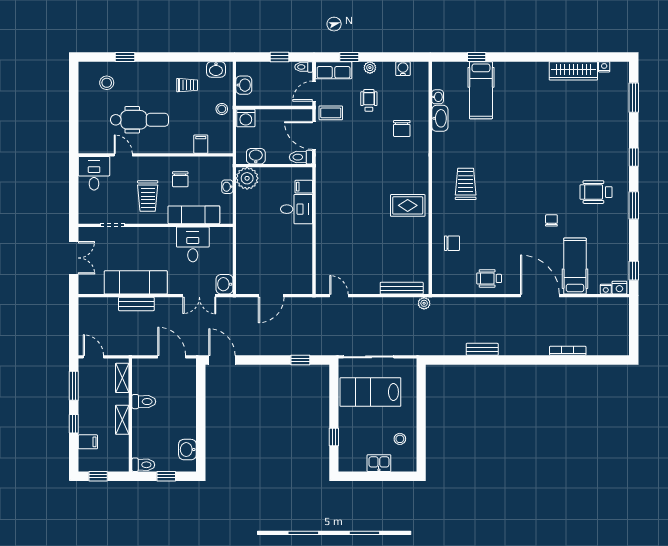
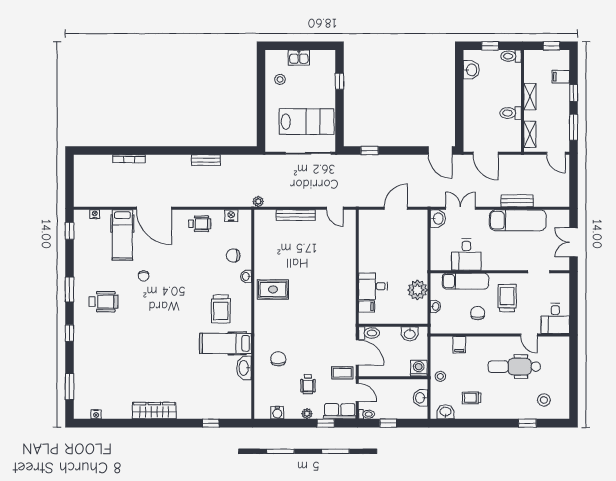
wardrobe: (573, 71) -> (154, 411), moved
hospital bed: (481, 90) -> (225, 343), moved, turned -90
door: (314, 91) -> (357, 392), hinge flipped
washbasin: (438, 97) -> (246, 276), moved
plant: (247, 178) -> (418, 290), moved
bench: (402, 288) -> (296, 215), moved
nightstand: (619, 288) -> (231, 216), moved

